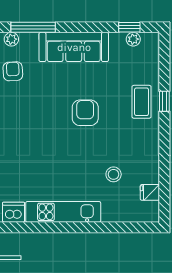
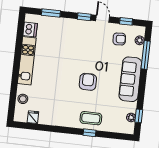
armchair: (85, 113) -> (88, 82), turned -90
stool: (114, 174) -> (23, 99), moved

